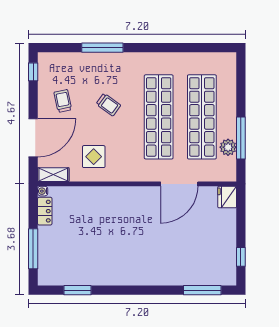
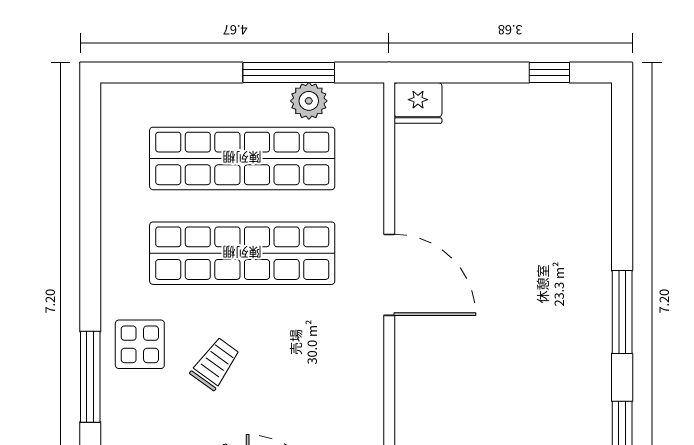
display table: (94, 157) -> (140, 344), moved
door: (179, 184) -> (389, 275), moved
window: (202, 290) -> (622, 312), moved

